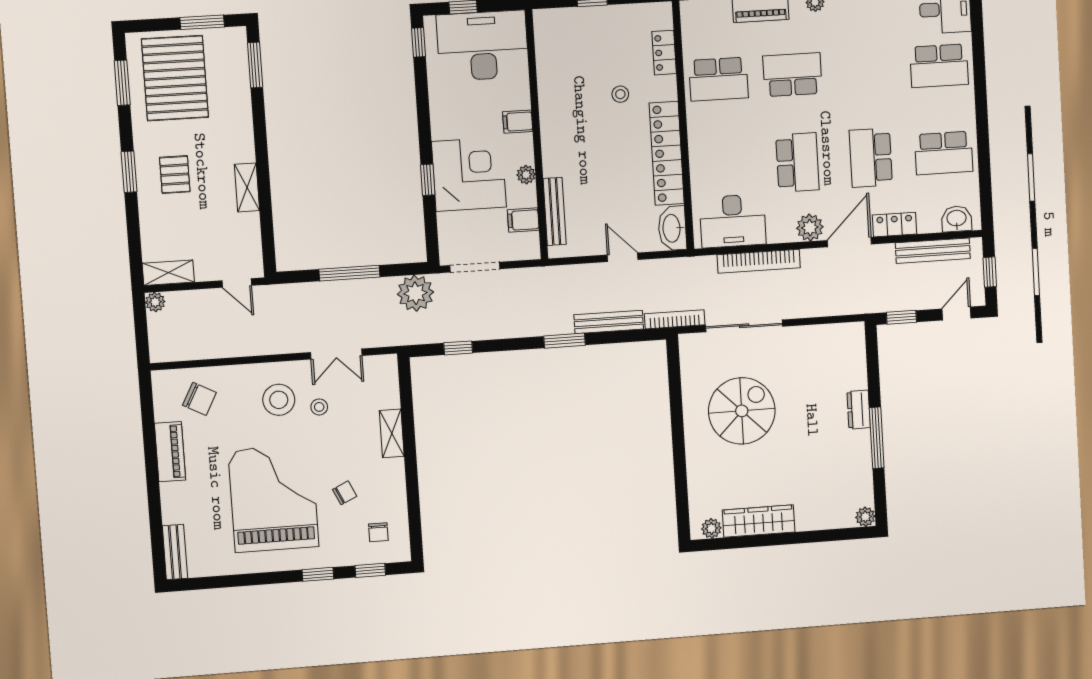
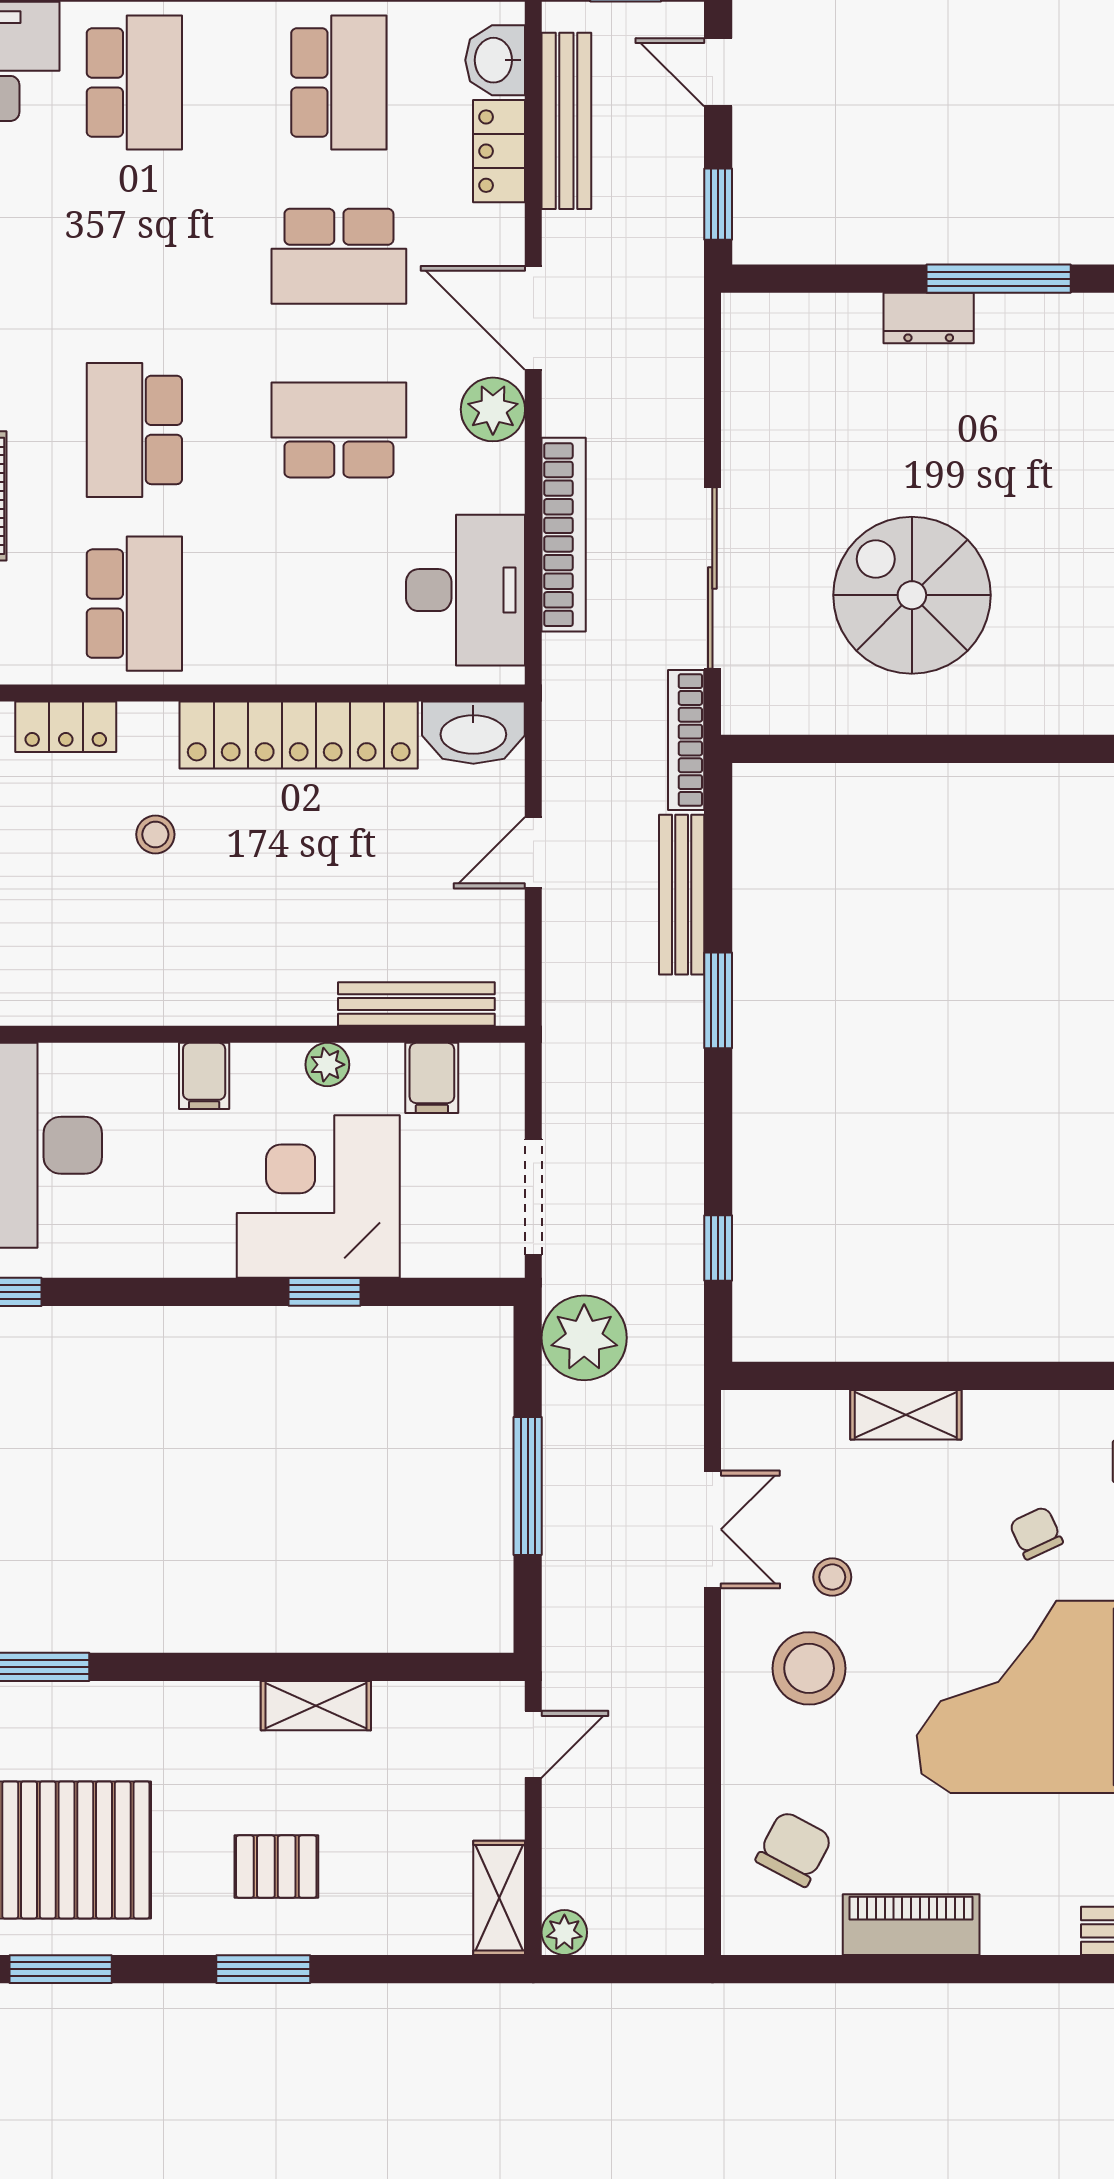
locker: (895, 225) -> (499, 151), moved

